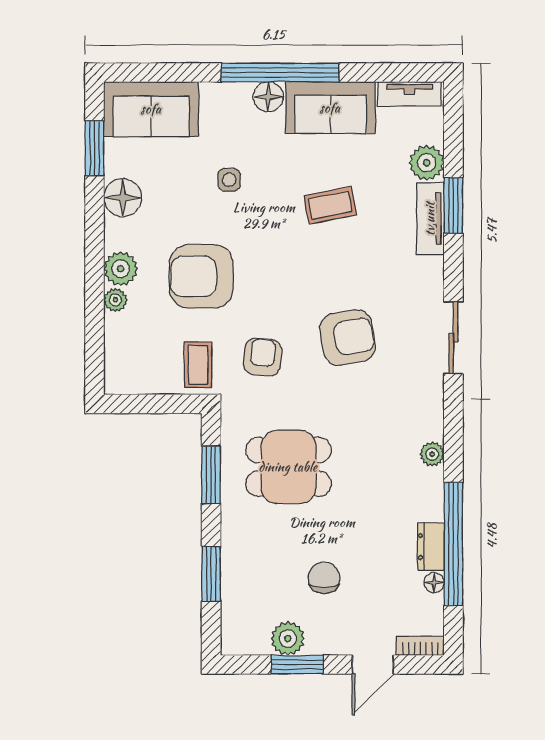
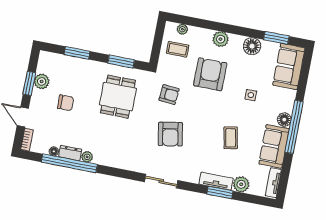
plant: (115, 300) -> (182, 29), moved
coffee table: (198, 365) -> (178, 49), moved
plant: (432, 454) -> (87, 157), moved

